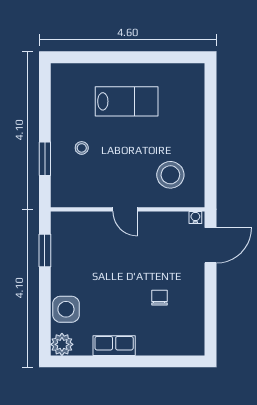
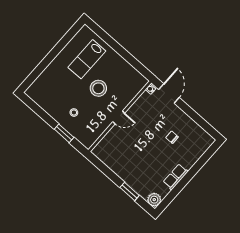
lab bench: (127, 101) -> (87, 59), moved, turned 180
stool: (170, 175) -> (98, 88), moved
window: (45, 250) -> (130, 191), moved
side table: (66, 309) -> (140, 184), removed

